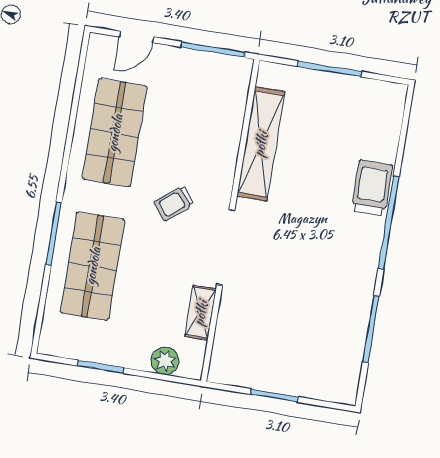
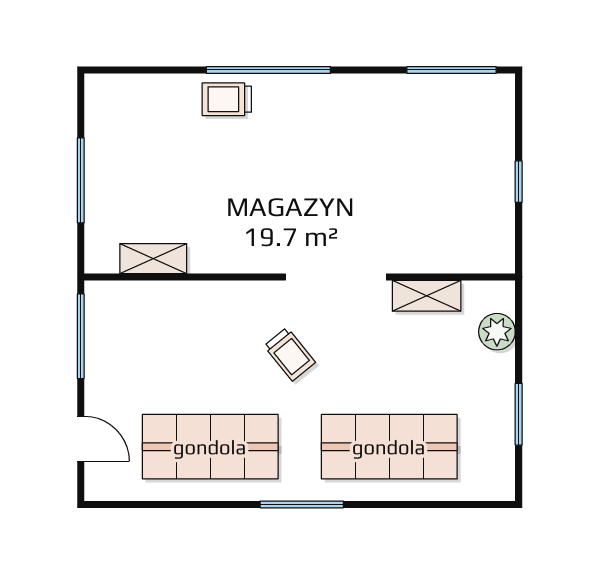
shelving: (261, 144) -> (153, 259), width x0.45, depth x0.75
trolley: (372, 188) -> (227, 99), width x0.73, depth x0.72
window: (54, 234) -> (302, 504), moved
window: (371, 329) -> (452, 70), moved
window: (274, 396) -> (519, 182), width x0.67

